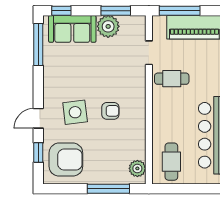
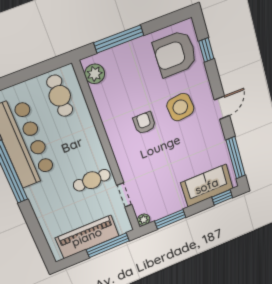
plant: (108, 26) -> (144, 220), moved, width x0.53, depth x0.53
armchair: (110, 111) -> (144, 123), turned 90
door: (38, 118) -> (222, 108), moved

